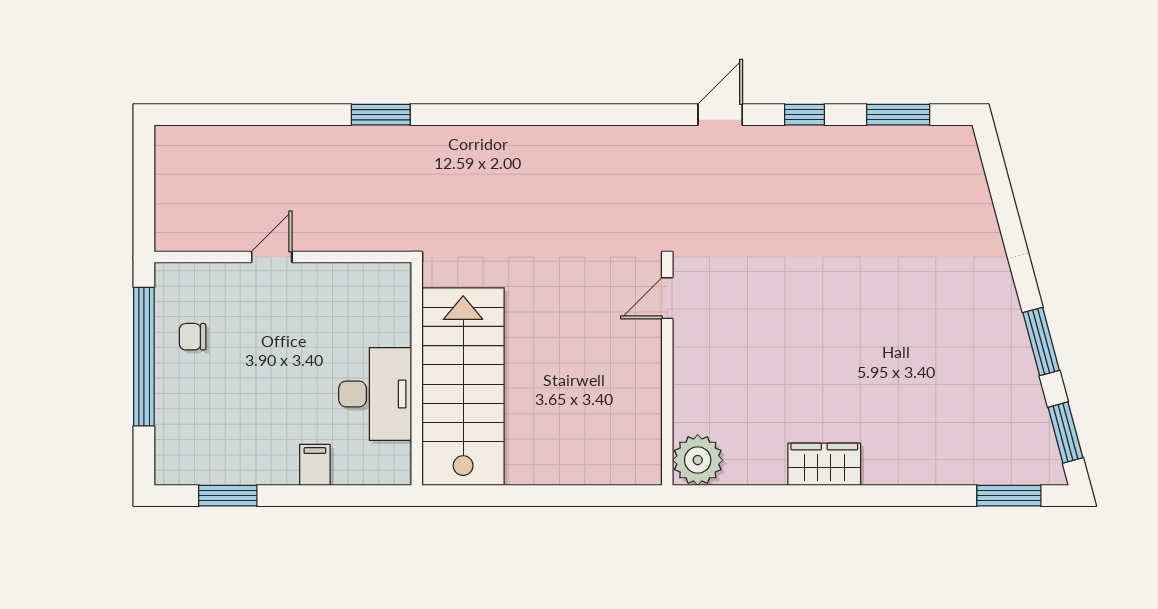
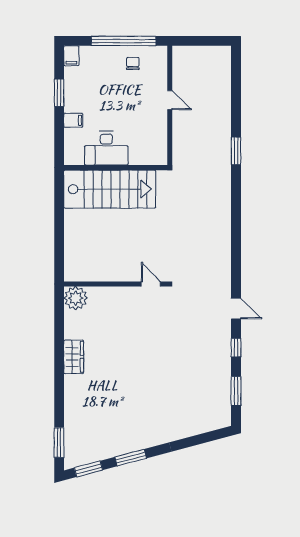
filing cabinet: (176, 469) -> (71, 56), added
window: (228, 496) -> (59, 93), moved

